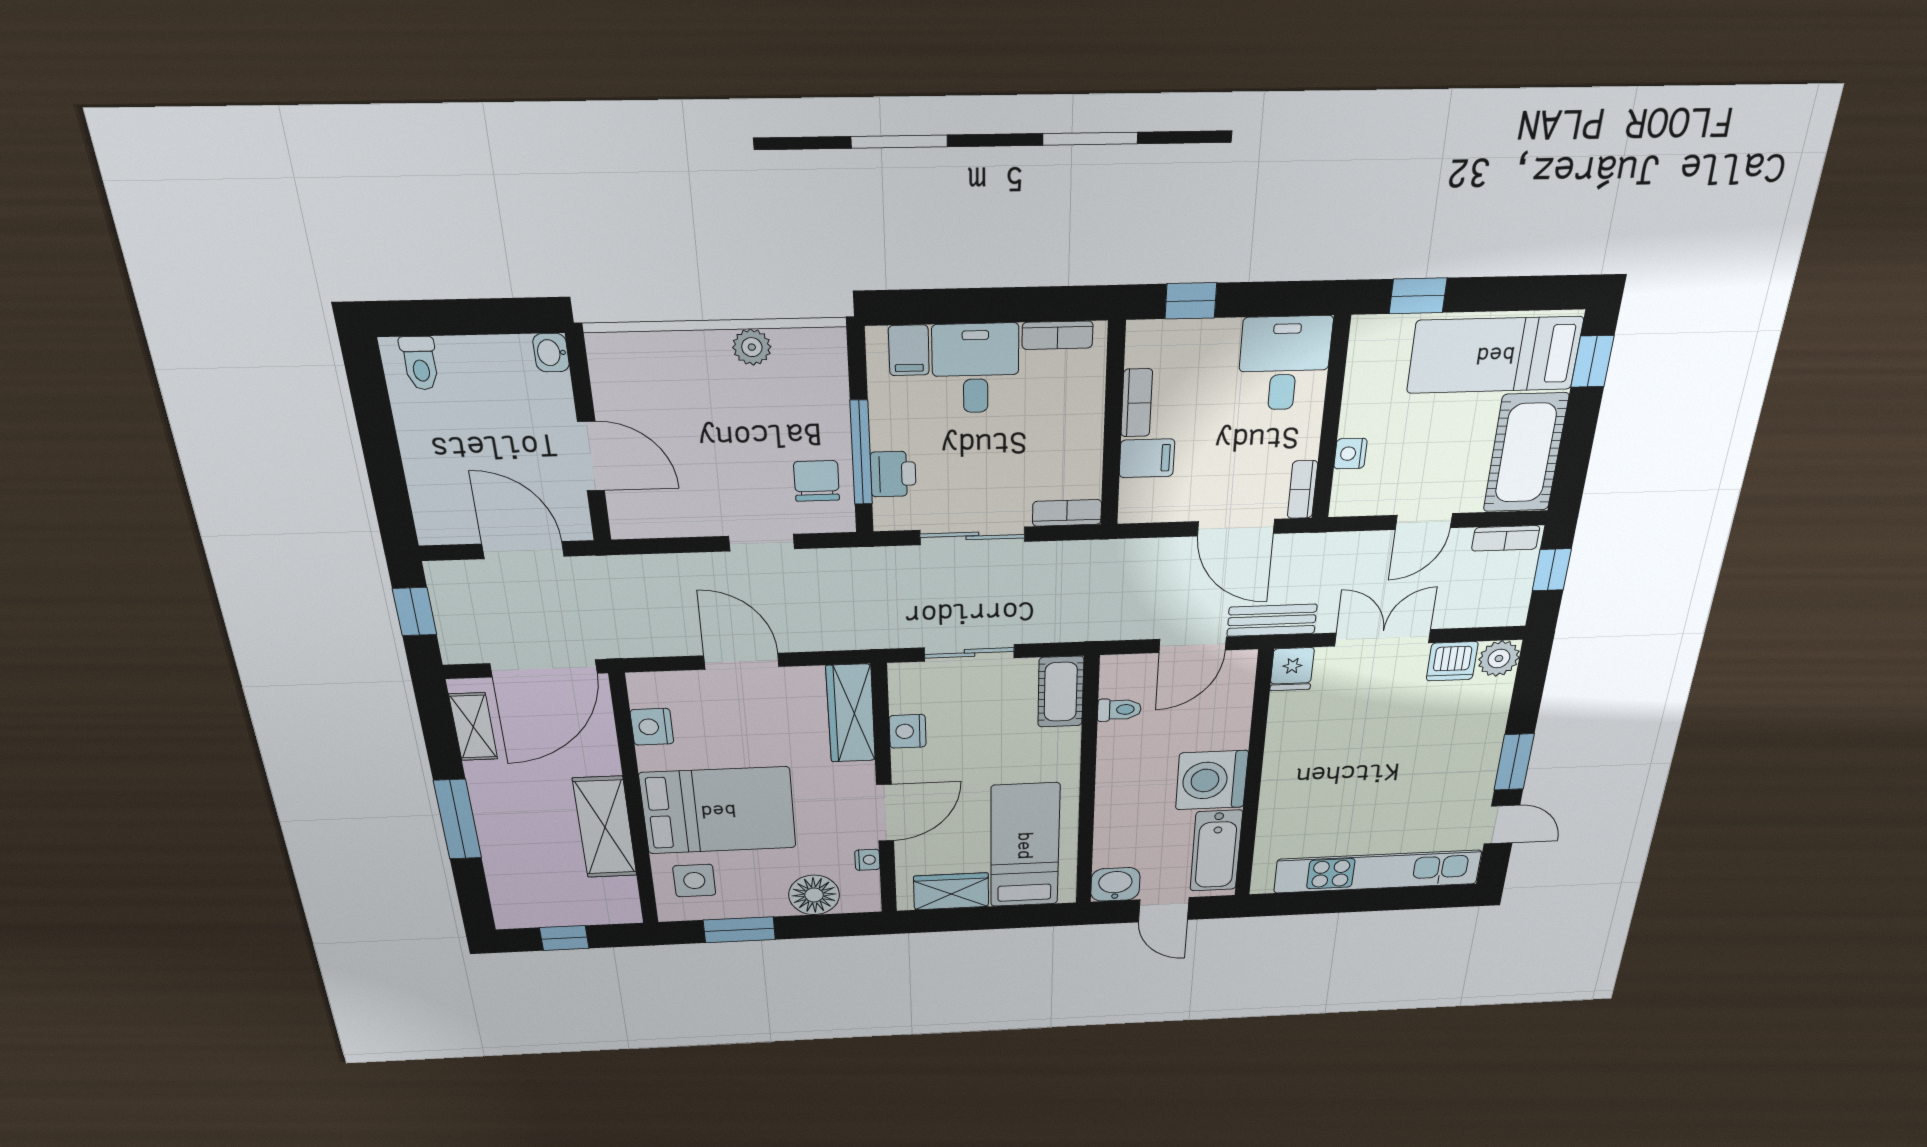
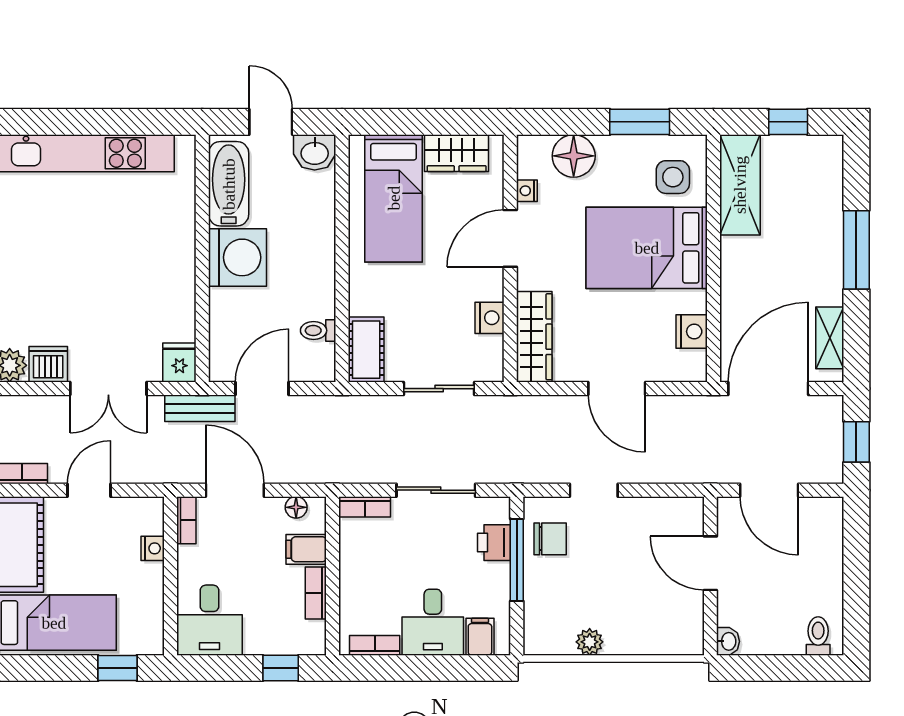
chair: (817, 481) -> (550, 539), turned -90
floor lamp: (1157, 509) -> (296, 507), added
shelving: (605, 827) -> (740, 185), moved

